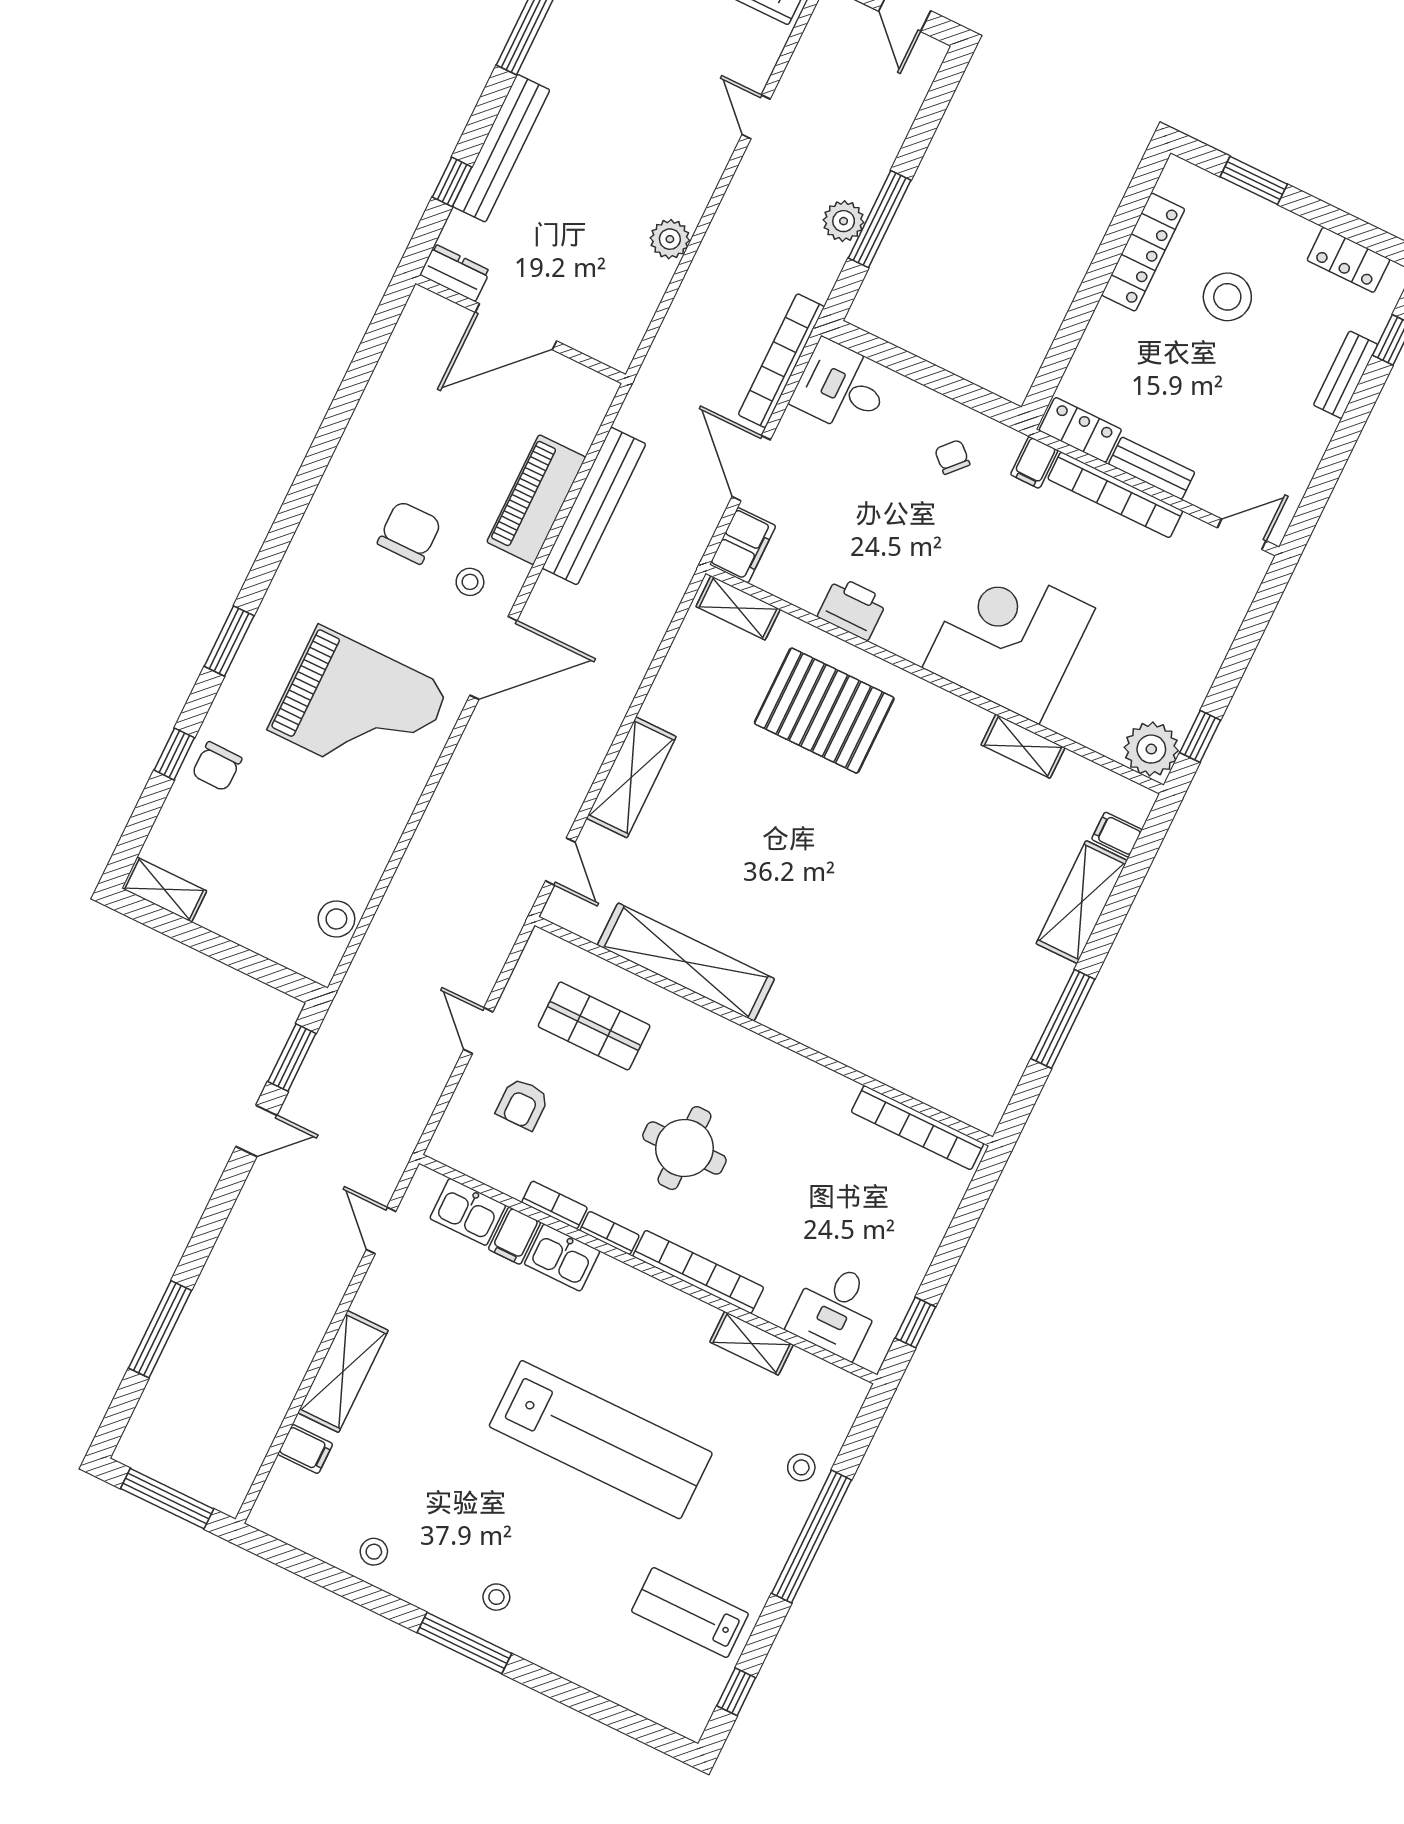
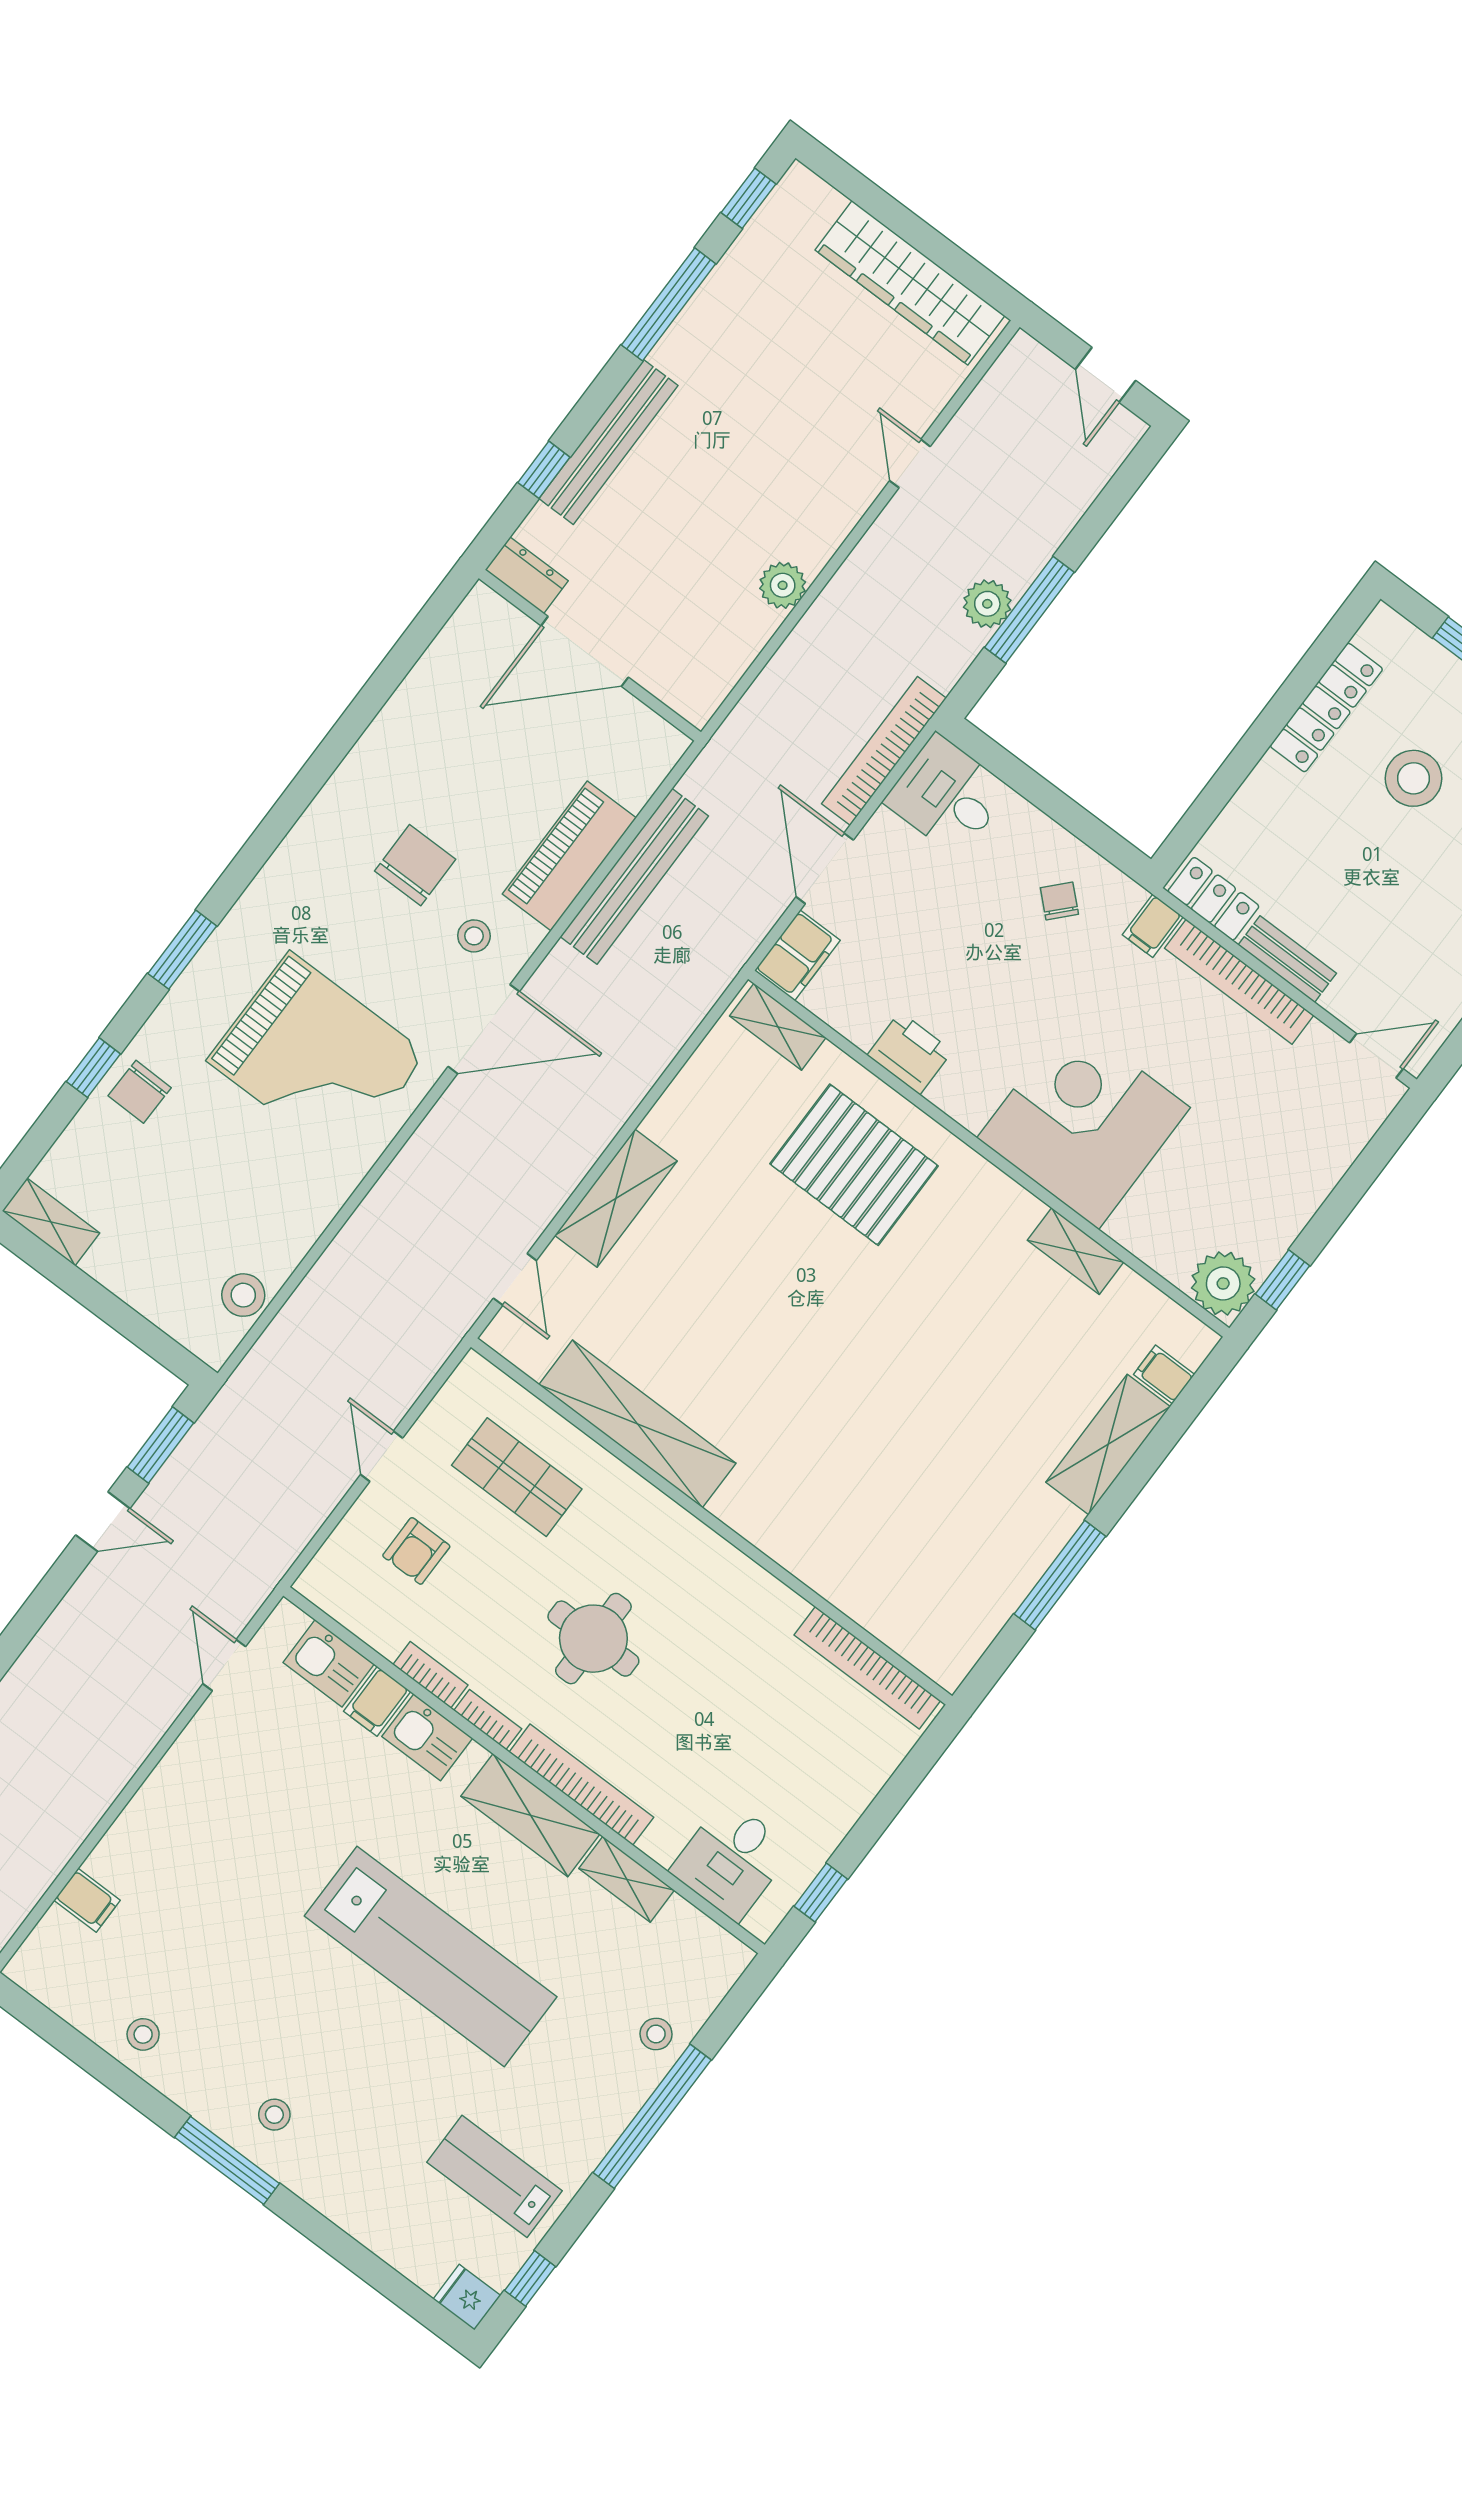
shelving: (343, 1372) -> (530, 1815), moved, turned 90
fridge: (687, 1718) -> (467, 2297), added

